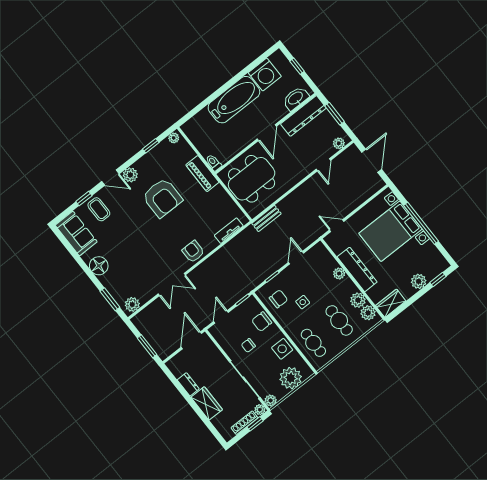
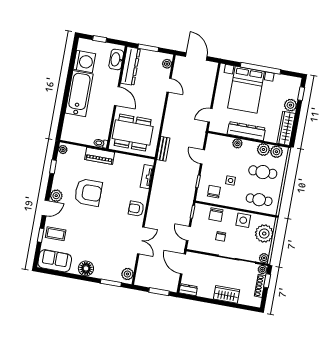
dining table: (252, 179) -> (133, 133), turned 90
wardrobe: (391, 303) -> (286, 128), width x1.50
dresser: (188, 384) -> (188, 290), moved

